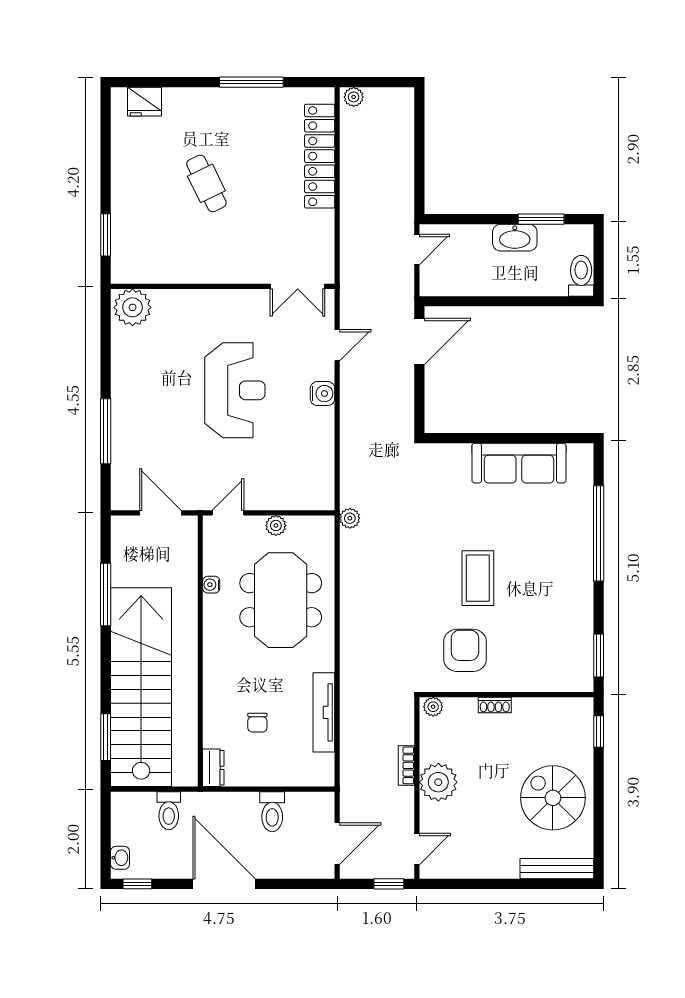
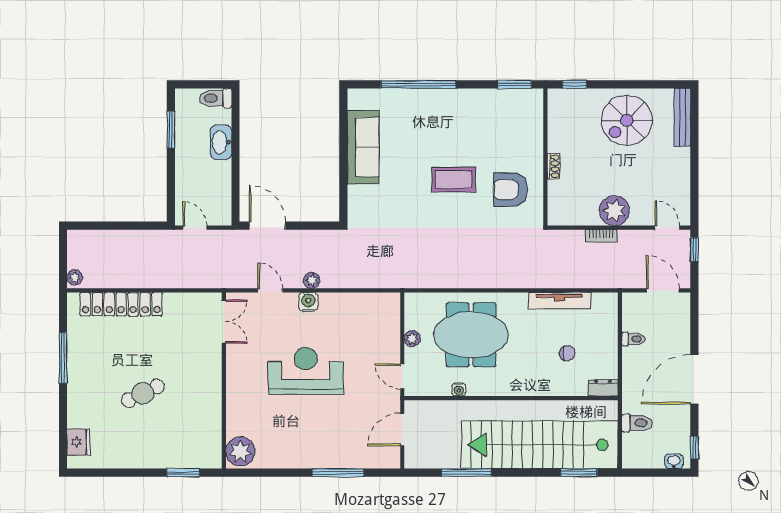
washbasin: (515, 238) -> (221, 142), moved, turned 180
plant: (350, 518) -> (312, 280), moved
plant: (433, 707) -> (555, 215), removed
toilet: (272, 812) -> (633, 339), width x0.73, depth x0.72

